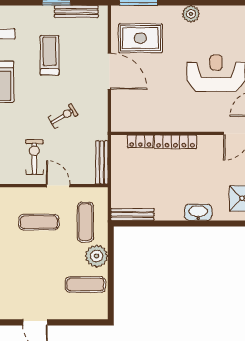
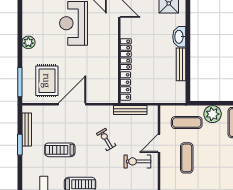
locker: (140, 141) -> (125, 86), width x1.53
bench: (102, 162) -> (130, 110), moved
bench: (132, 215) -> (181, 64), moved

